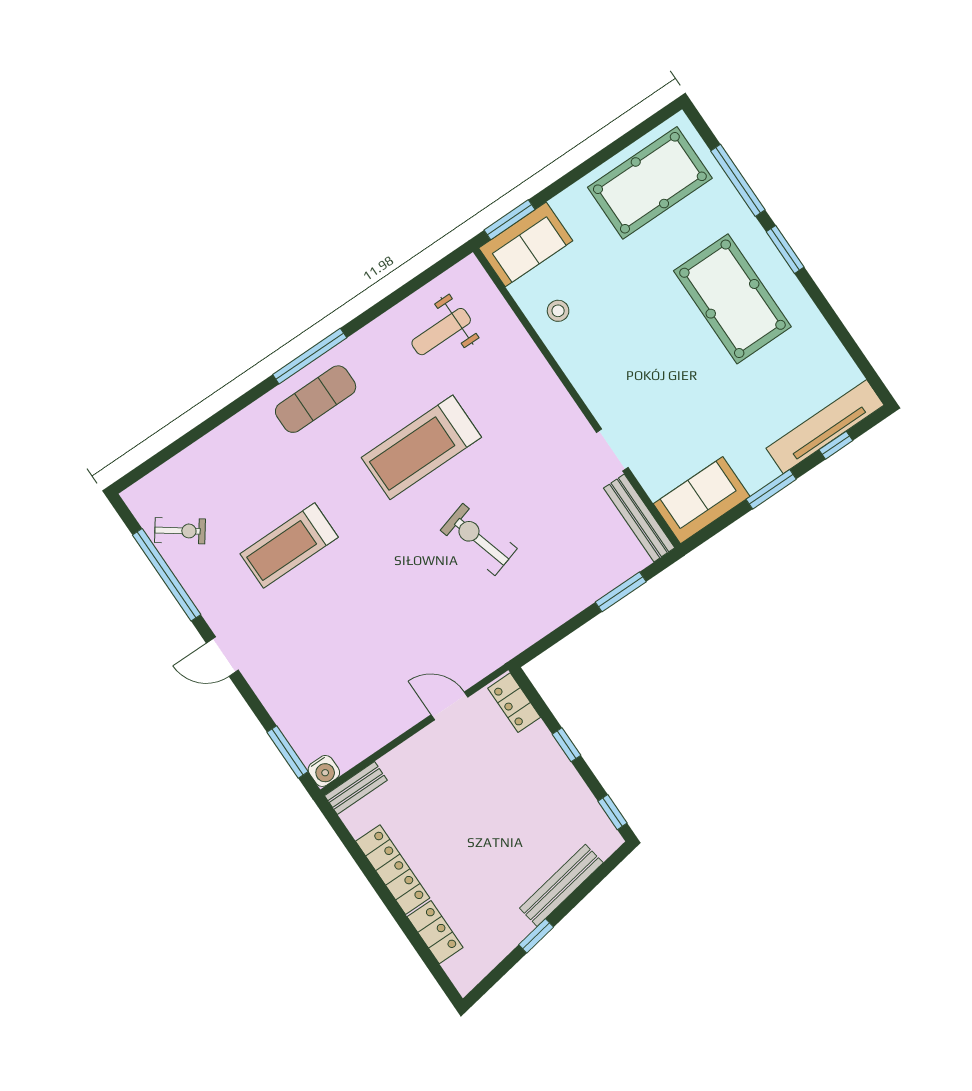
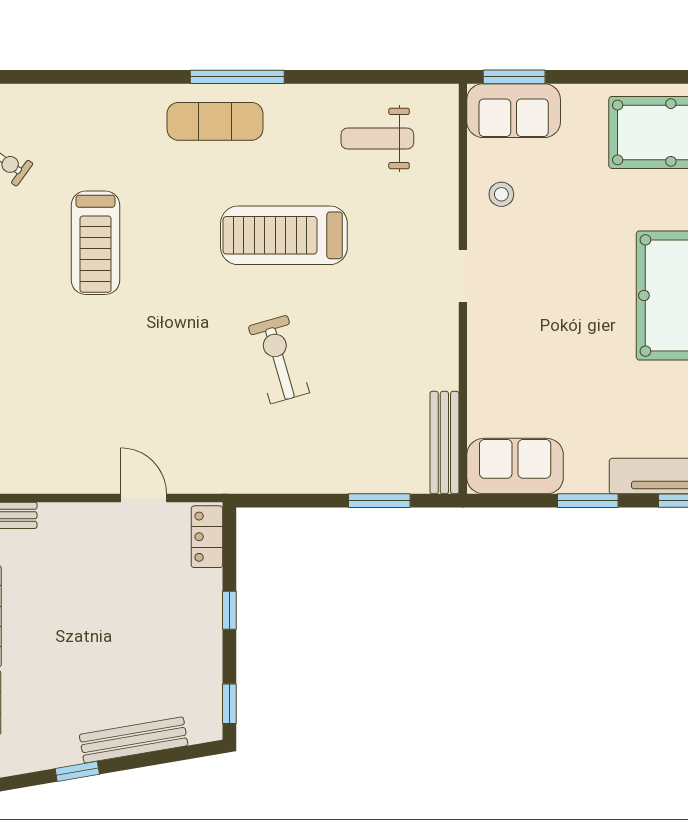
doorway: (612, 450) -> (463, 276), moved
treadmill: (289, 545) -> (95, 243), turned -90

